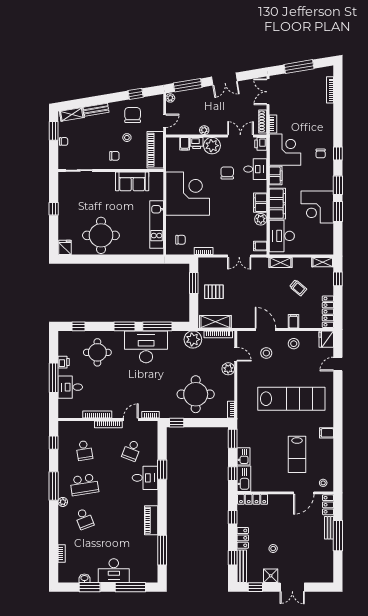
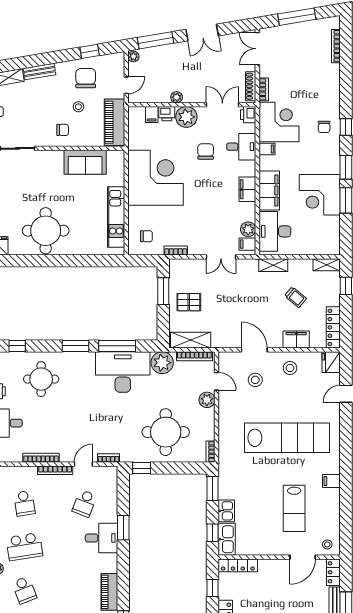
filing cabinet: (276, 176) -> (267, 149), width x0.50
plant: (261, 219) -> (248, 229), moved
filing cabinet: (293, 321) -> (296, 340), width x2.00
desk: (146, 347) -> (123, 372), moved

